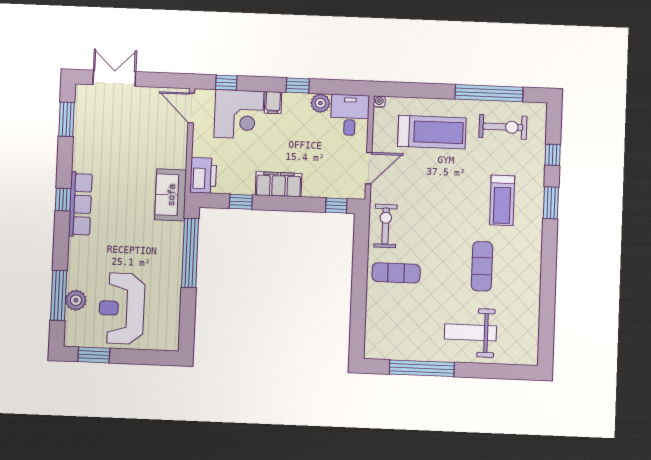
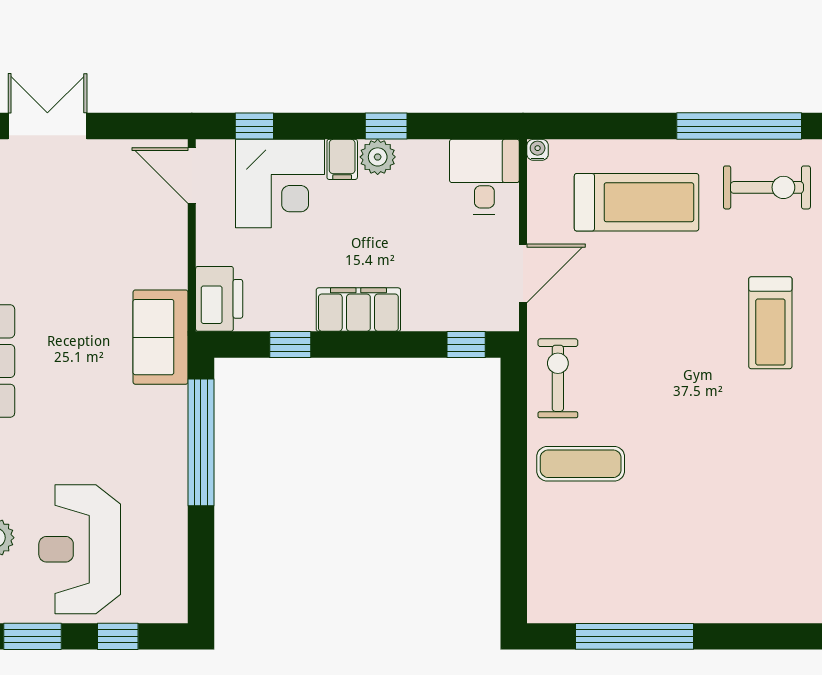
plant: (320, 103) -> (378, 157), moved
exercise mat: (482, 266) -> (738, 445), removed
weight bench: (470, 332) -> (721, 567), removed
window: (140, 357) -> (118, 636), added

